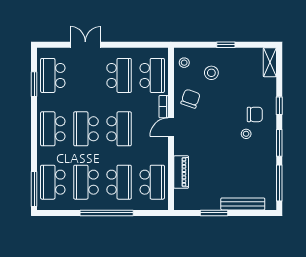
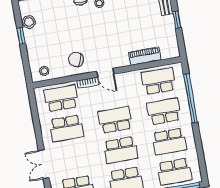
stool: (211, 73) -> (29, 22), moved
school desk: (119, 75) -> (66, 128), turned 180
window: (107, 213) -> (191, 98), moved
window: (214, 213) -> (177, 20), width x0.67

